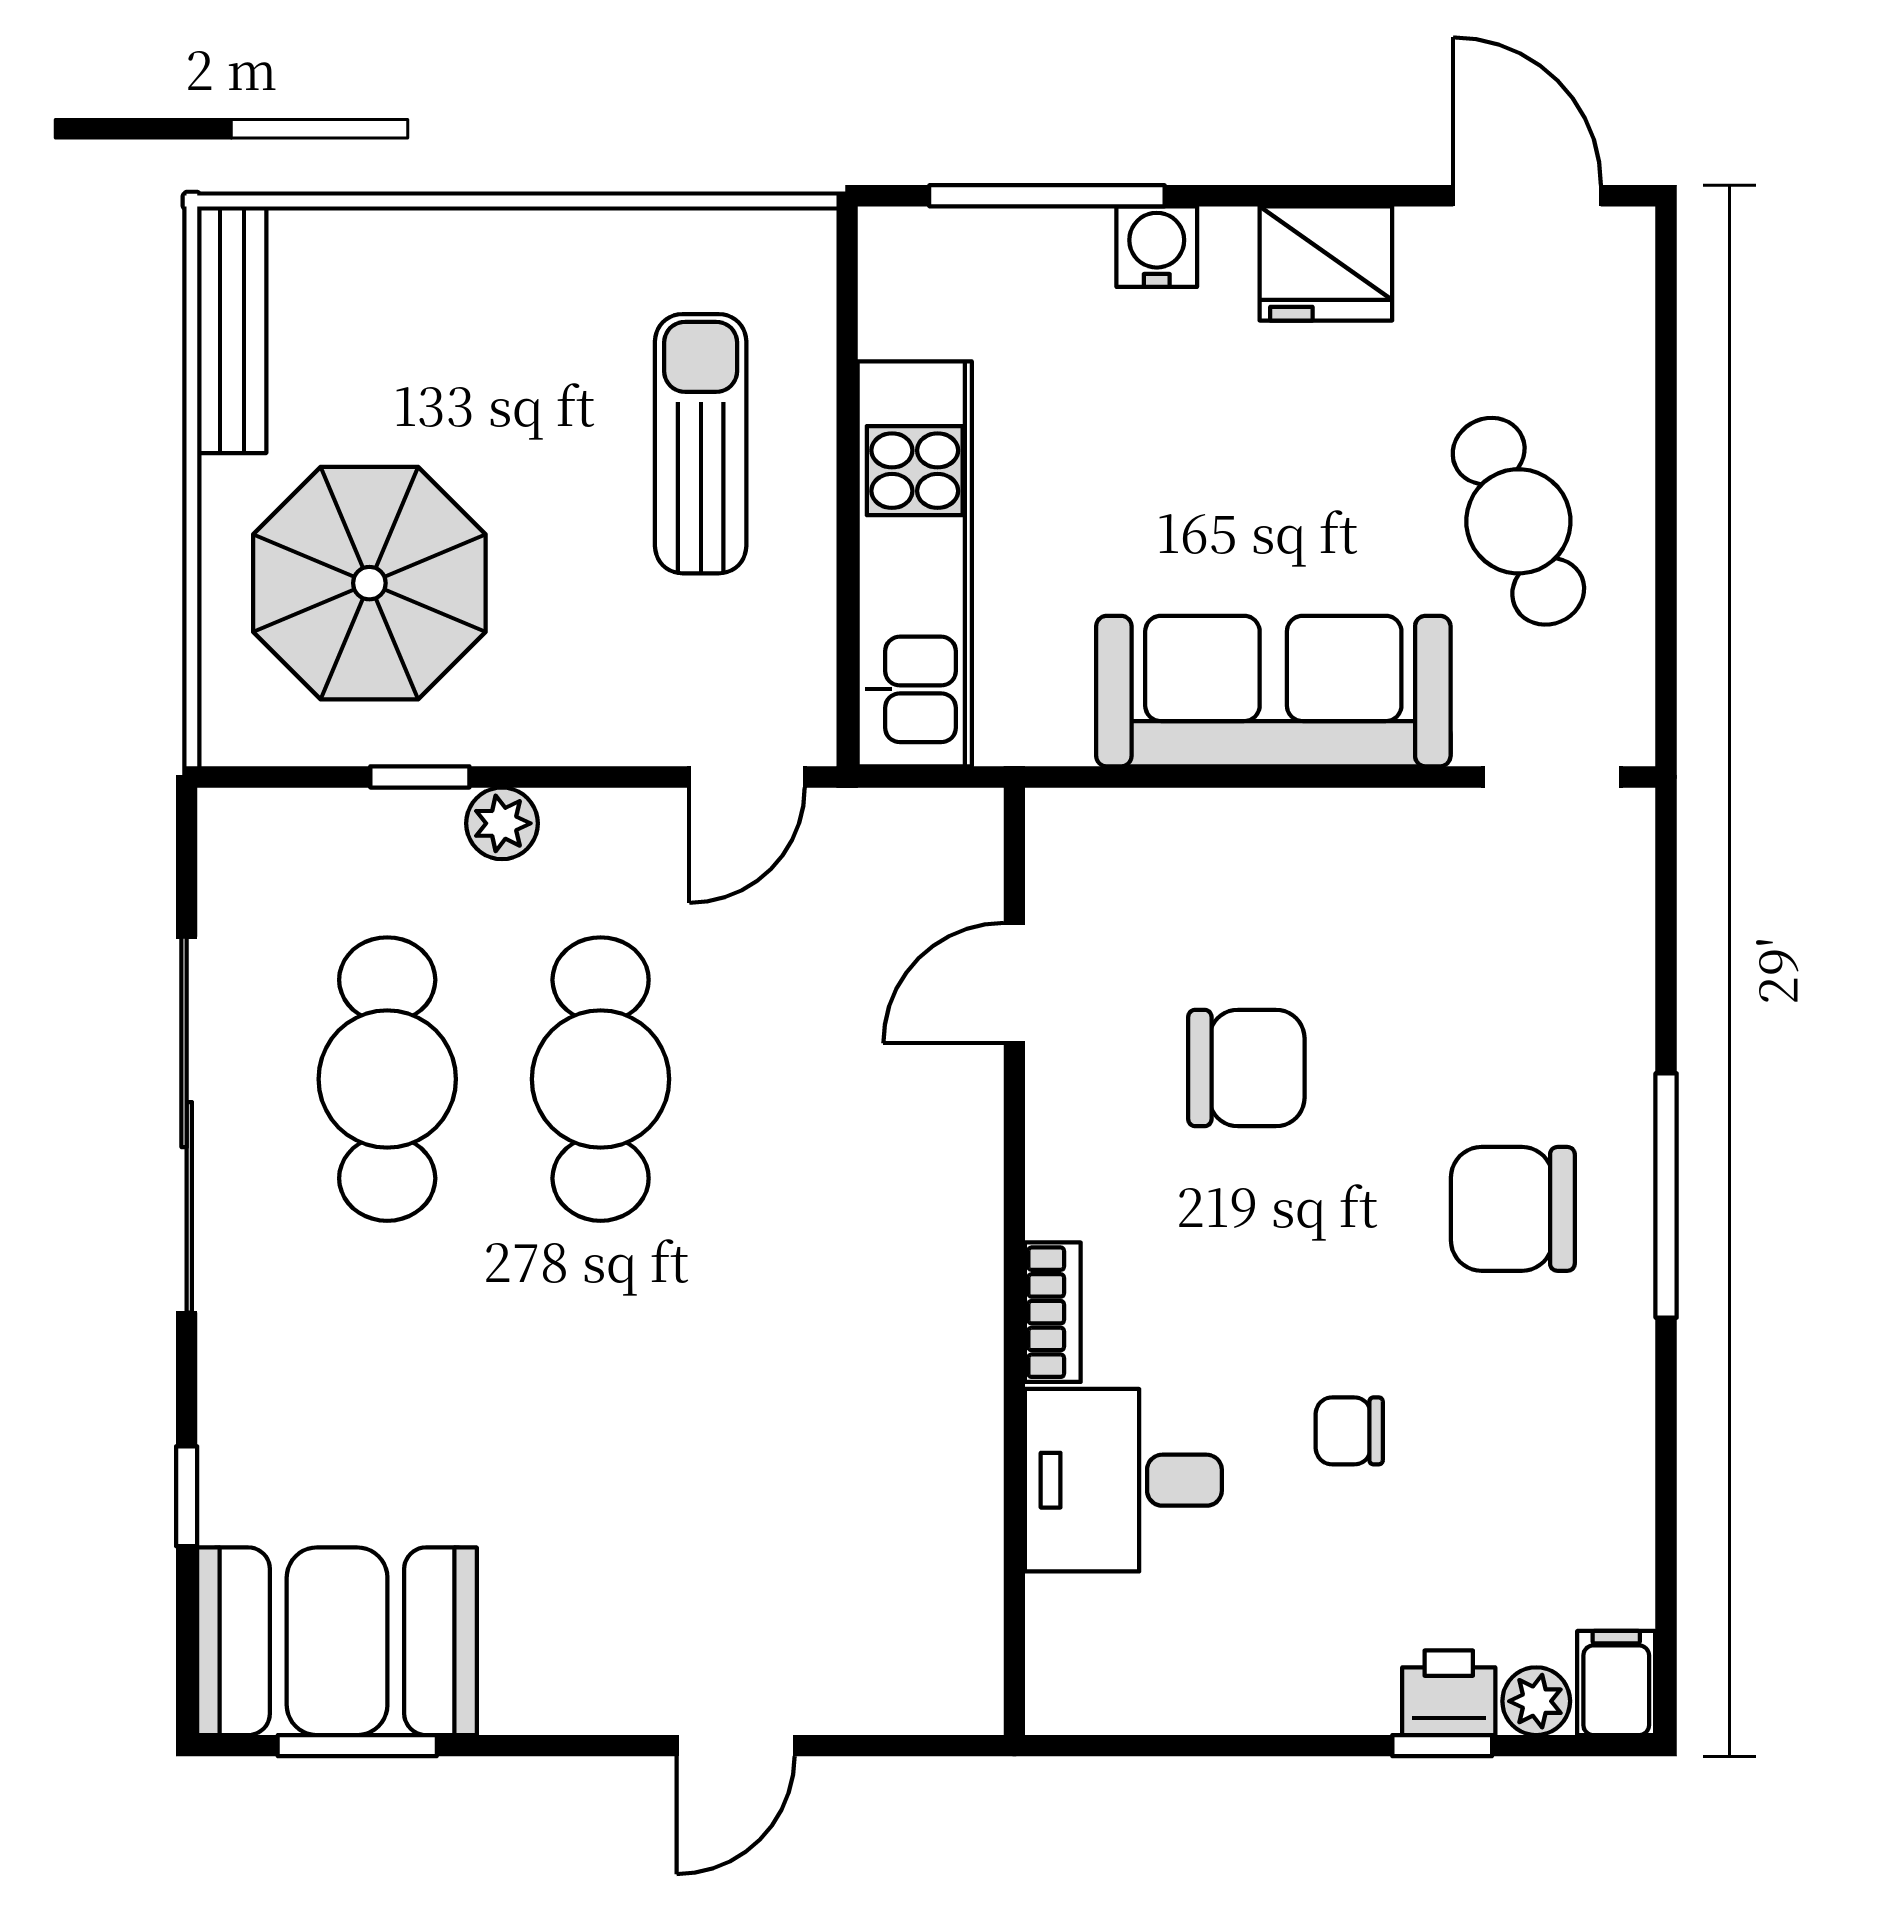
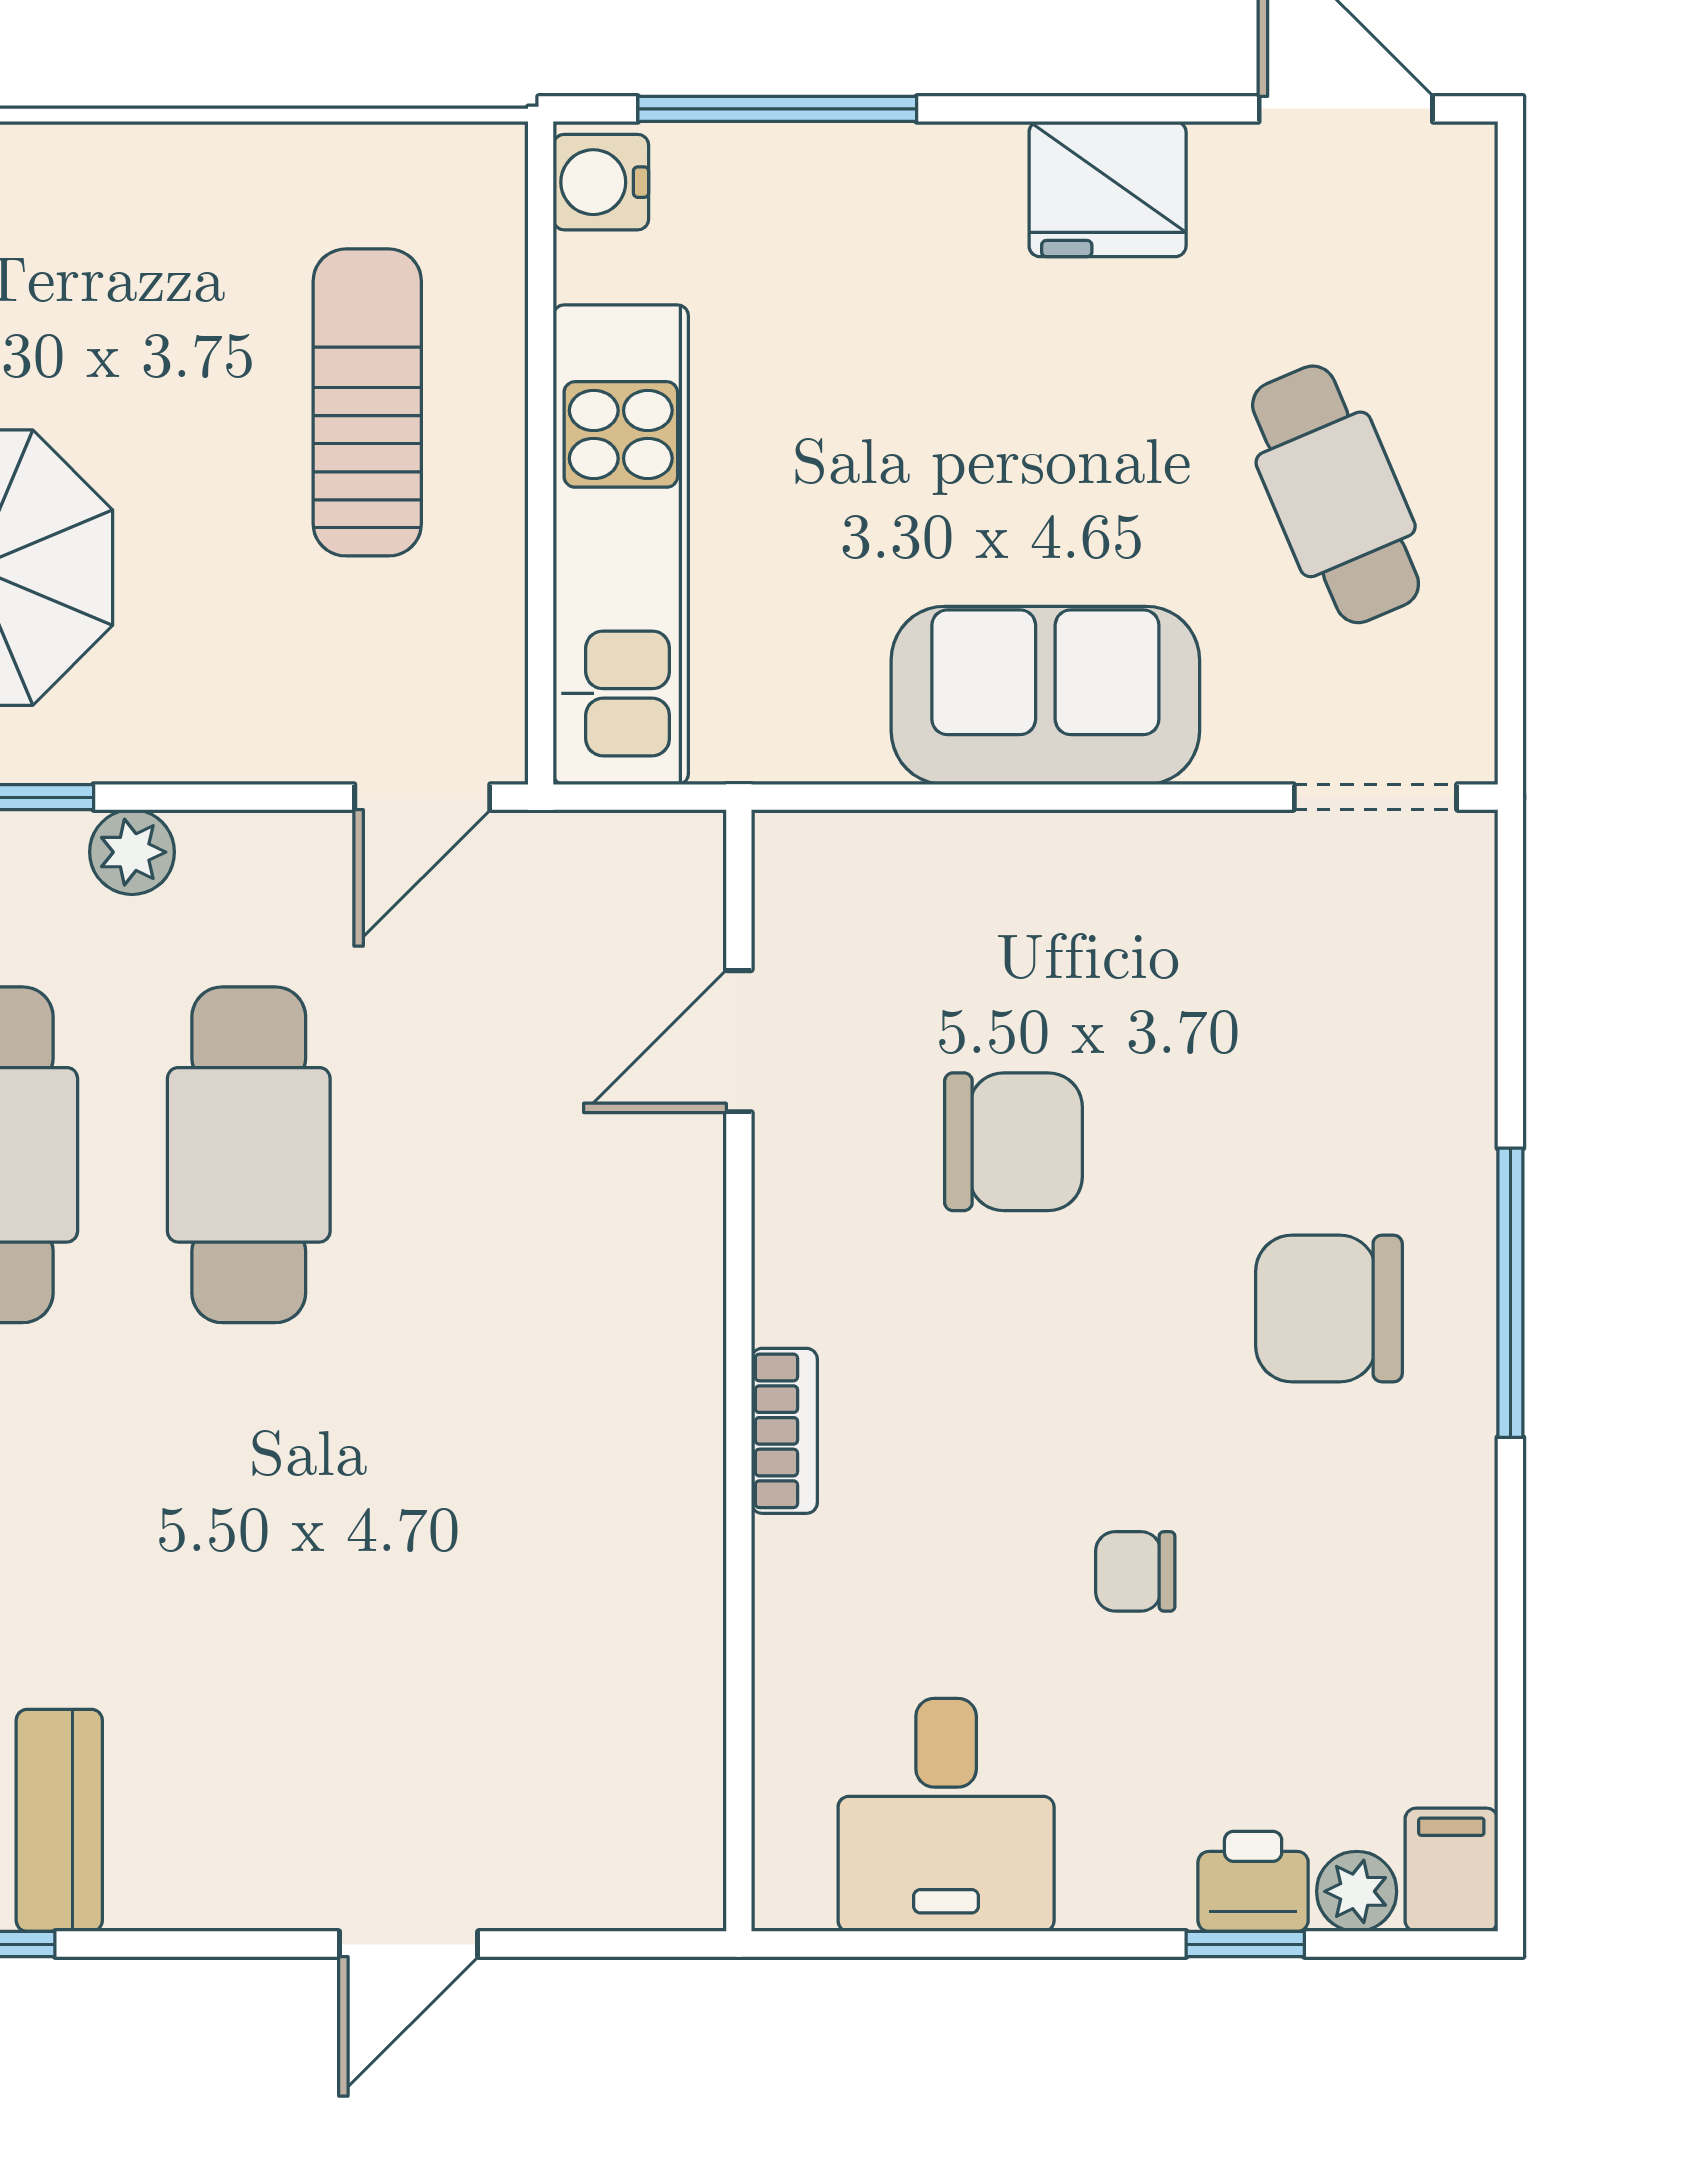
water cooler: (1157, 247) -> (601, 182), moved, turned -90
sofa: (1273, 691) -> (1045, 695), width x0.73
desk: (1123, 1480) -> (946, 1815), moved, turned -90

